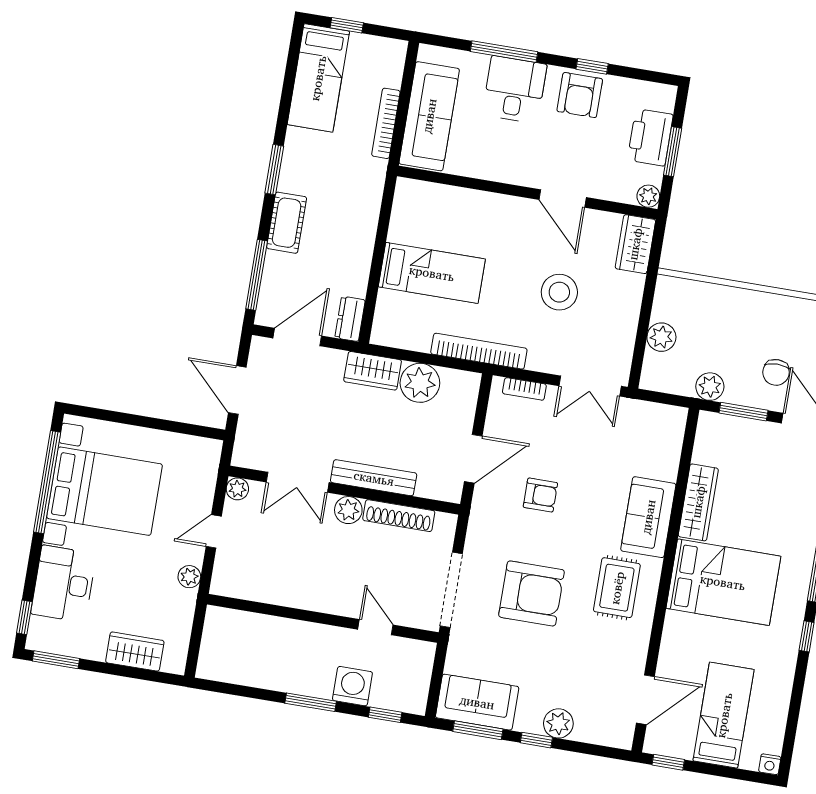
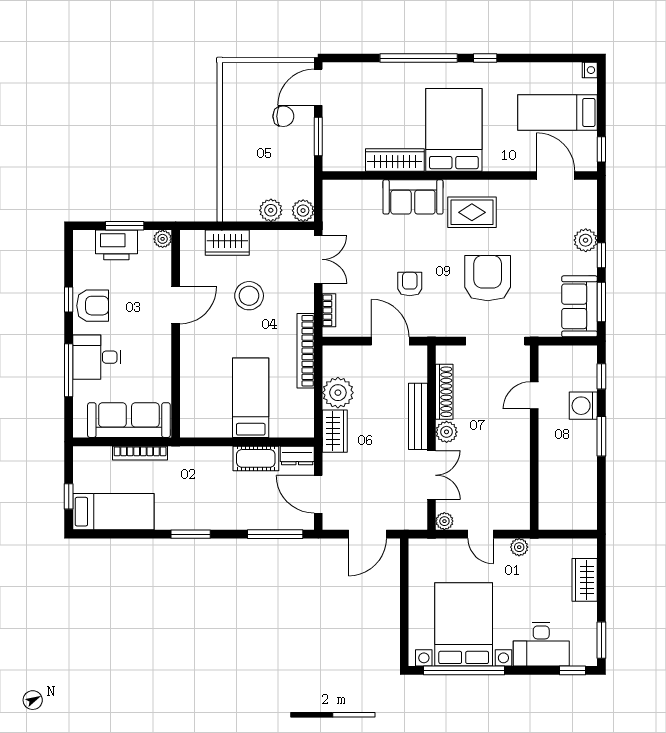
cot: (287, 223) -> (256, 458), moved
wardrobe: (635, 244) -> (227, 243), moved
plant: (710, 387) -> (303, 211), moved

